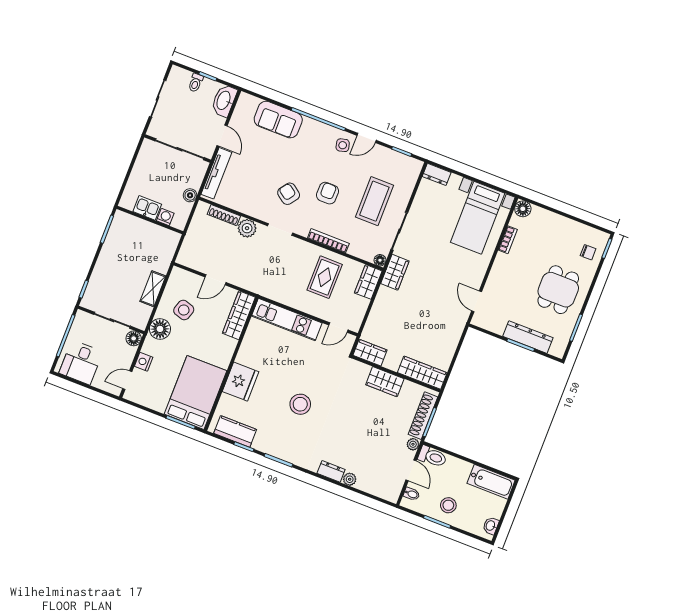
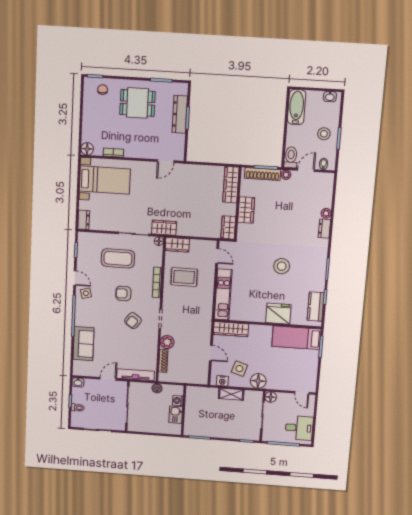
washbasin: (224, 101) -> (78, 382), width x0.52, depth x0.69
nightstand: (144, 362) -> (222, 381), moved
bed: (196, 392) -> (296, 338), width x0.67

